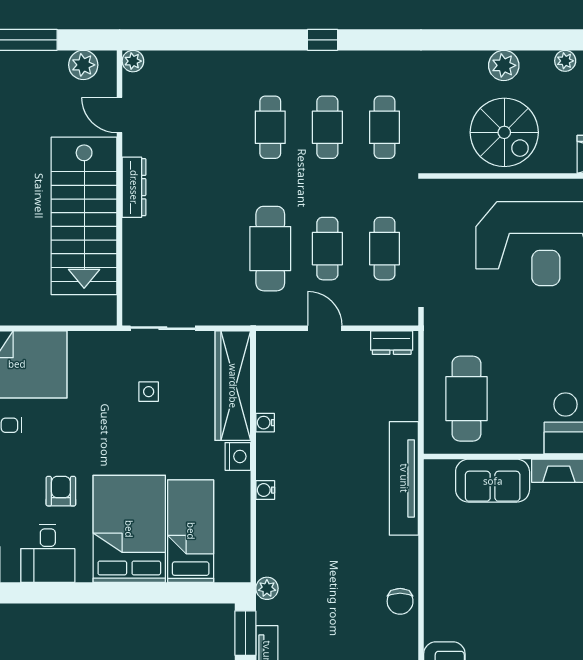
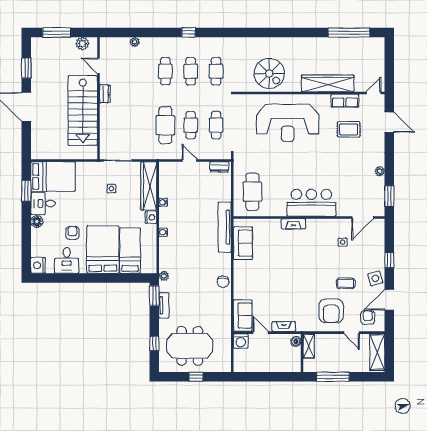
plant: (133, 61) -> (135, 42), moved
plant: (565, 61) -> (296, 42), removed
plant: (504, 65) -> (269, 44), removed
dresser: (134, 187) -> (105, 94), width x0.70
sofa: (493, 481) -> (243, 243), moved, turned -90

